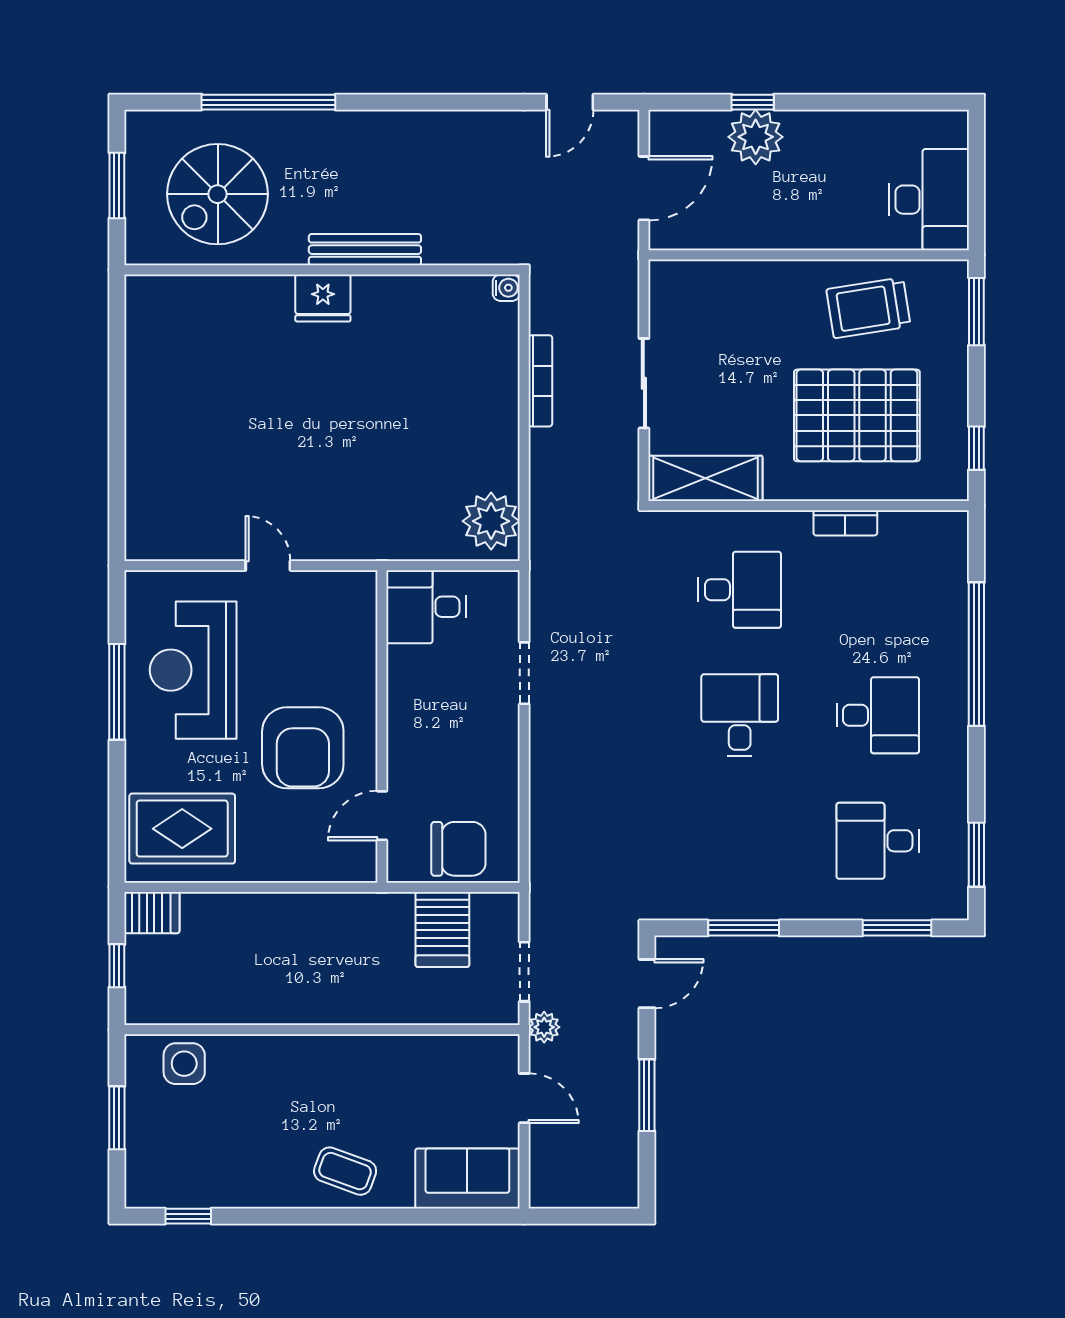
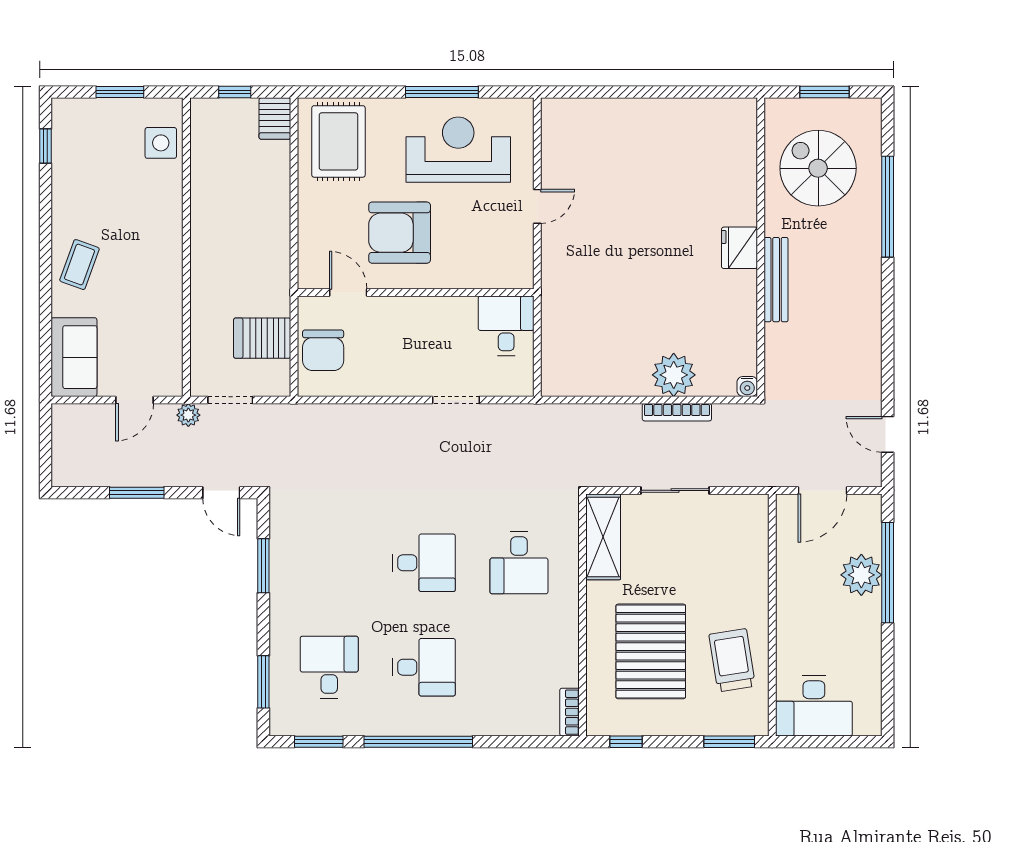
window: (753, 102) -> (888, 573), width x3.17
door: (644, 188) -> (822, 490), hinge flipped
plant: (491, 521) -> (674, 375), moved
bookcase: (845, 523) -> (570, 712), moved
window: (976, 654) -> (418, 742), moved
desk: (878, 715) -> (424, 667), turned -90

